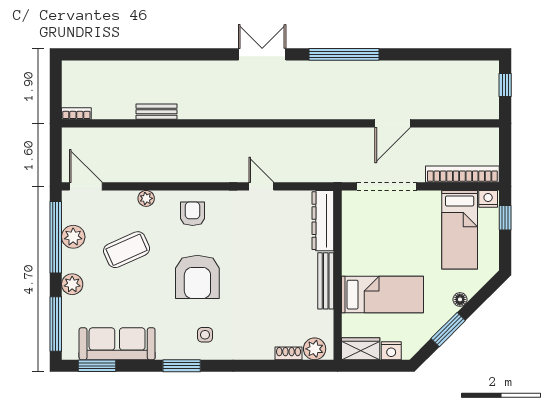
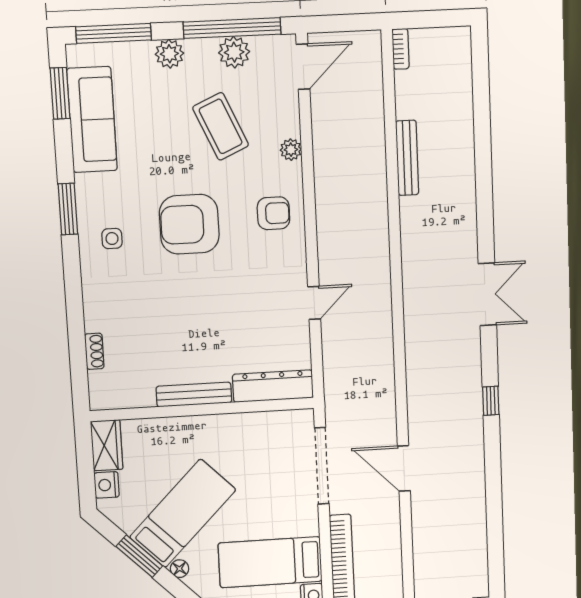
window: (344, 54) -> (491, 401), width x0.32
bench: (156, 112) -> (407, 158), width x1.36
bed: (382, 295) -> (183, 513), moved, turned -135
plant: (315, 349) -> (103, 385), removed

